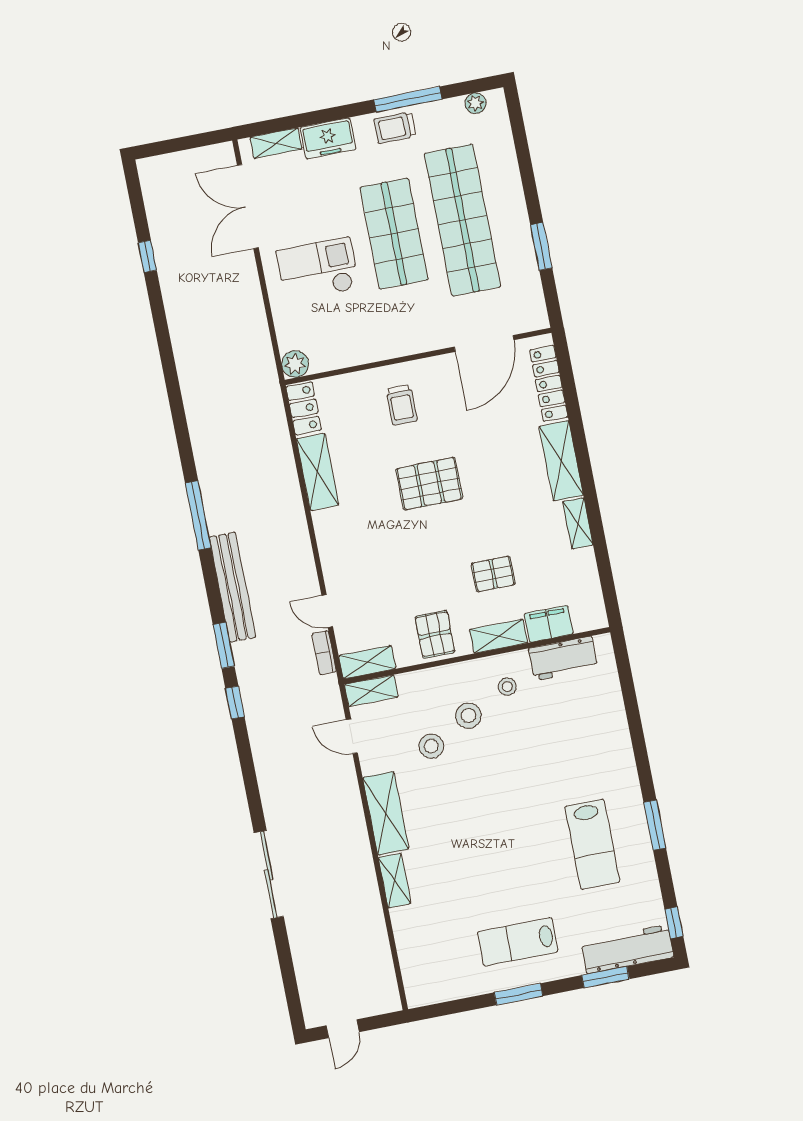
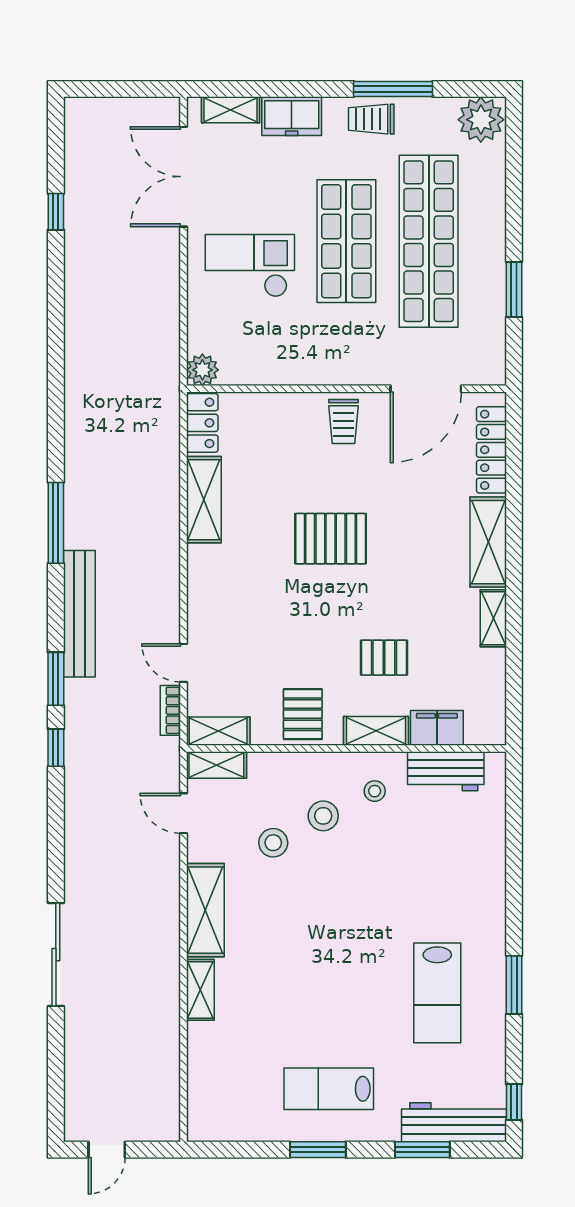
plant: (475, 103) -> (481, 120), width x1.88, depth x1.88
trolley: (402, 405) -> (344, 421), moved

